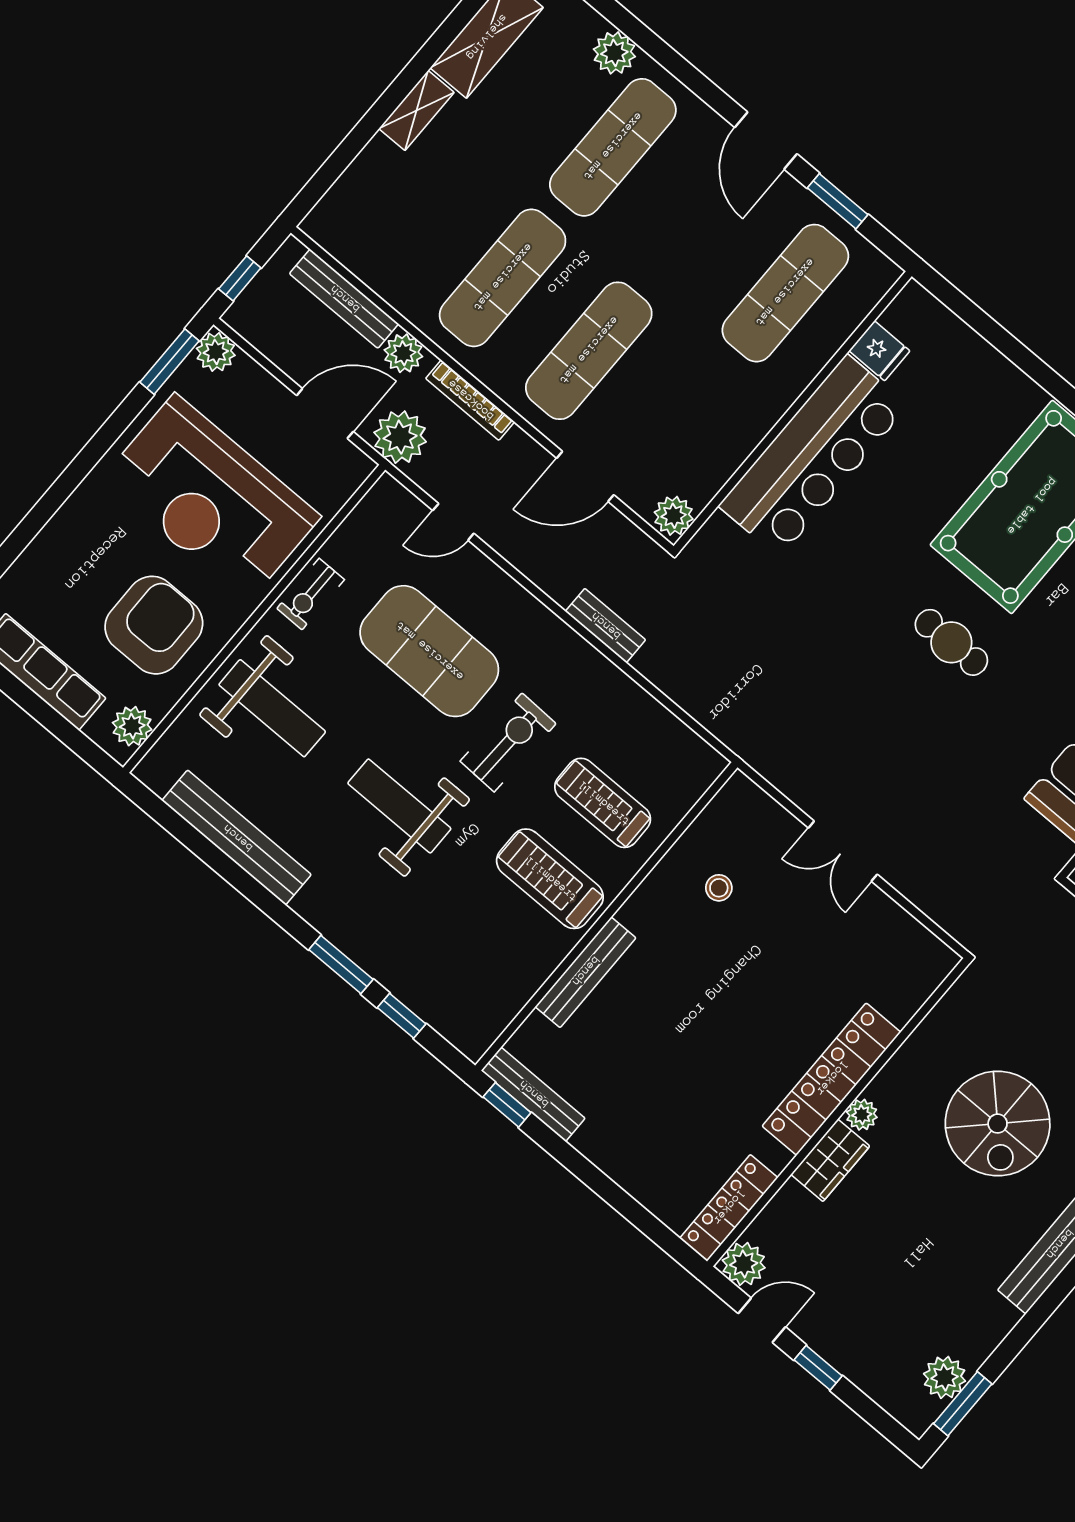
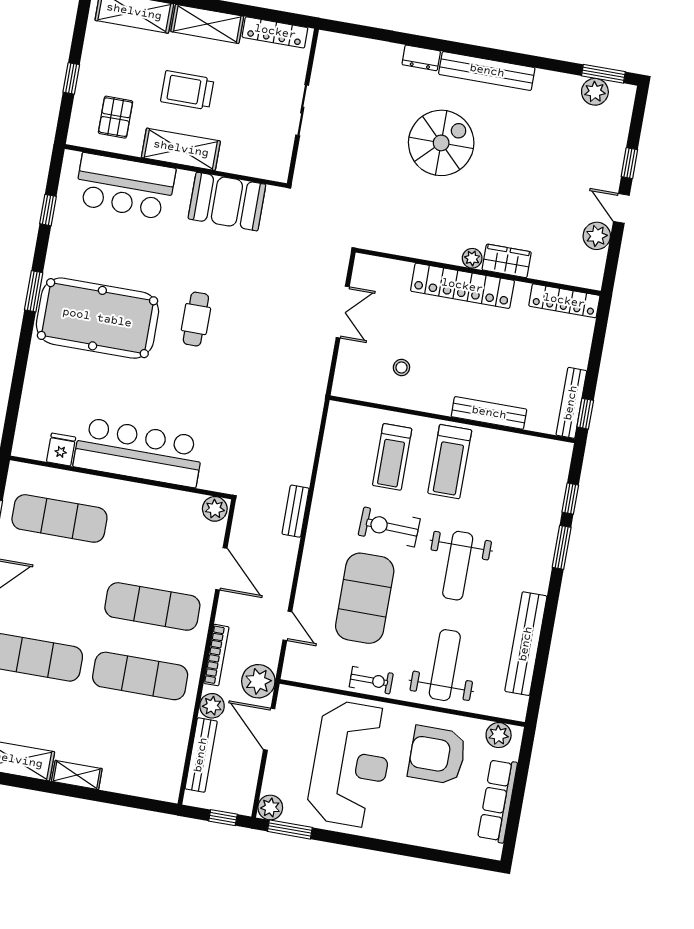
locker: (832, 1079) -> (462, 286), moved
wall: (838, 1112) -> (478, 272), moved
plant: (862, 1115) -> (472, 258), moved
wardrobe: (830, 1160) -> (507, 261), moved
locker: (729, 1208) -> (564, 301), moved

